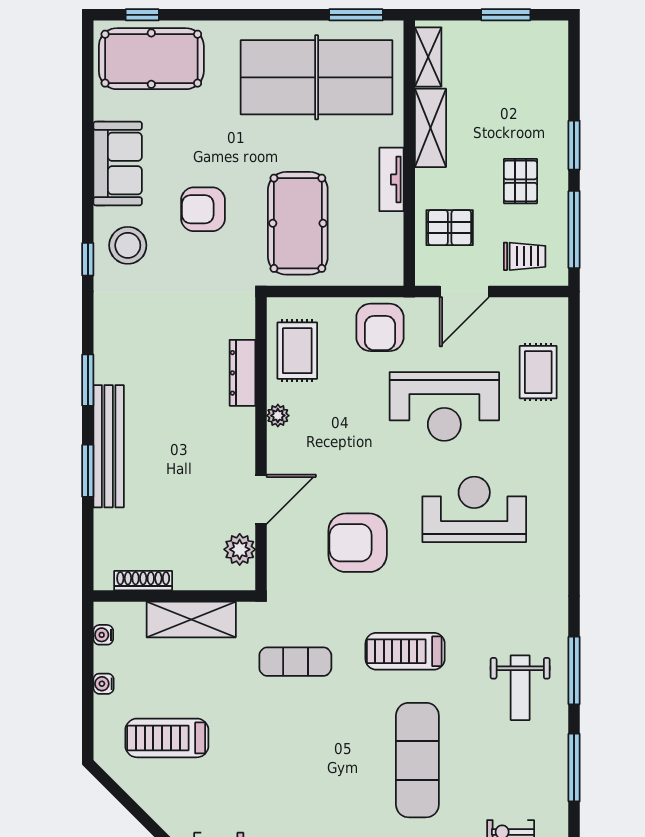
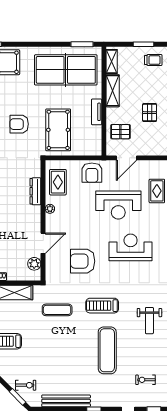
trolley: (525, 256) -> (153, 60), moved

